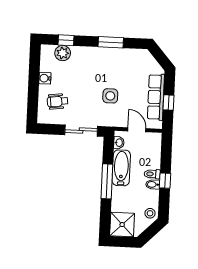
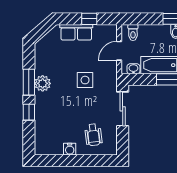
window: (66, 40) -> (29, 112), moved
plant: (63, 53) -> (43, 83), moved
row of seats: (156, 97) -> (76, 32), width x0.68
toilet: (152, 174) -> (133, 33), moved

